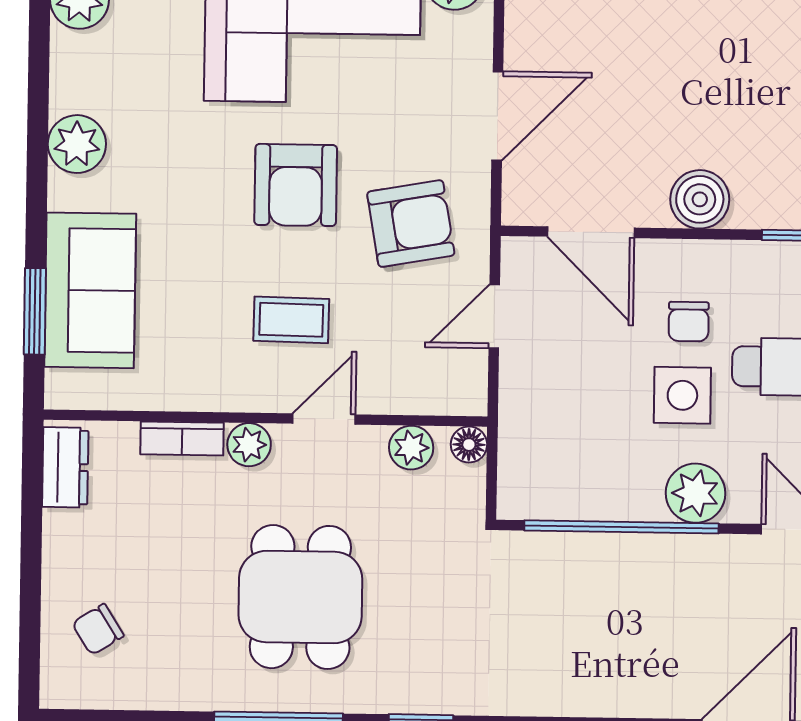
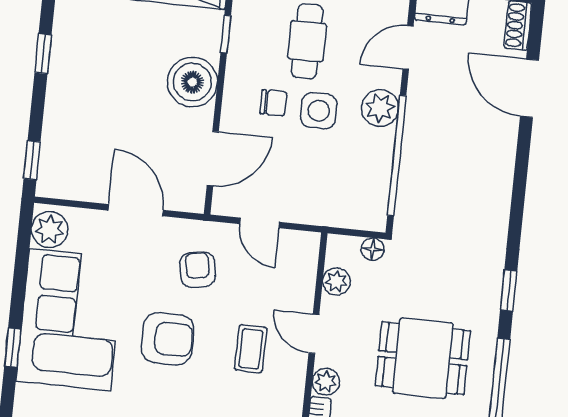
boiler: (700, 199) -> (192, 82), width x1.37, depth x1.37
armchair: (411, 224) -> (198, 270), width x0.72, depth x0.72
floor lamp: (469, 445) -> (373, 249), moved

